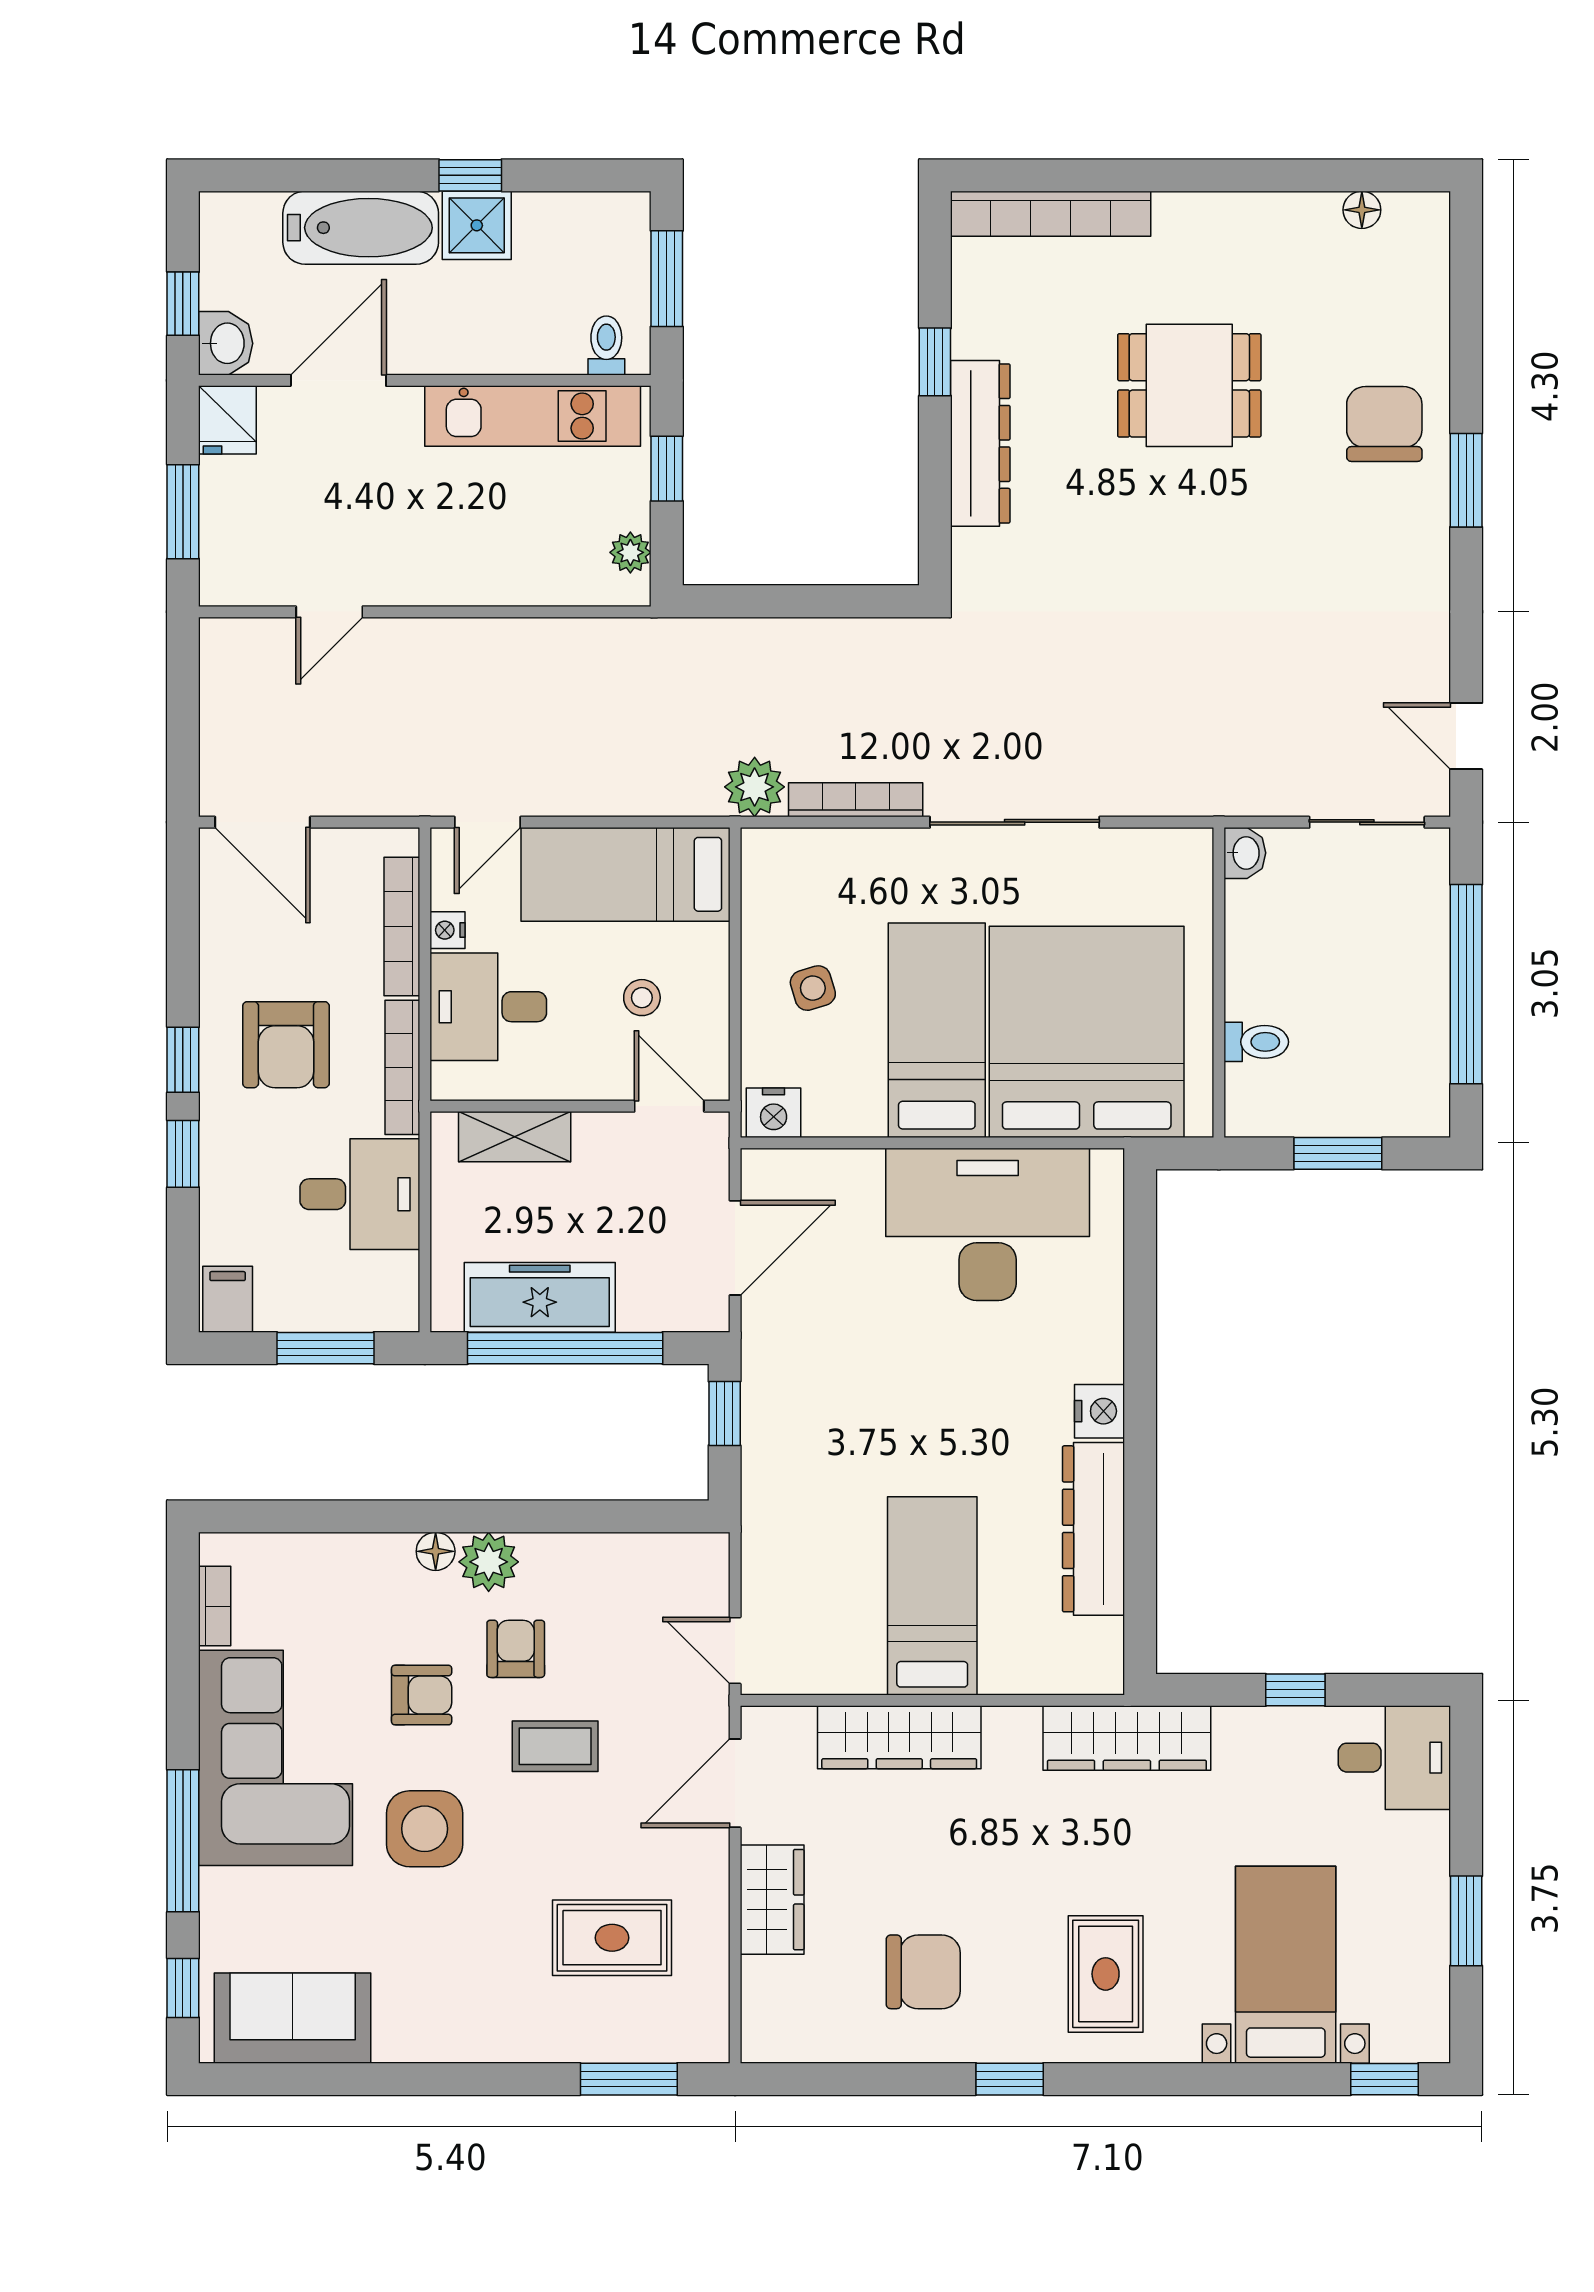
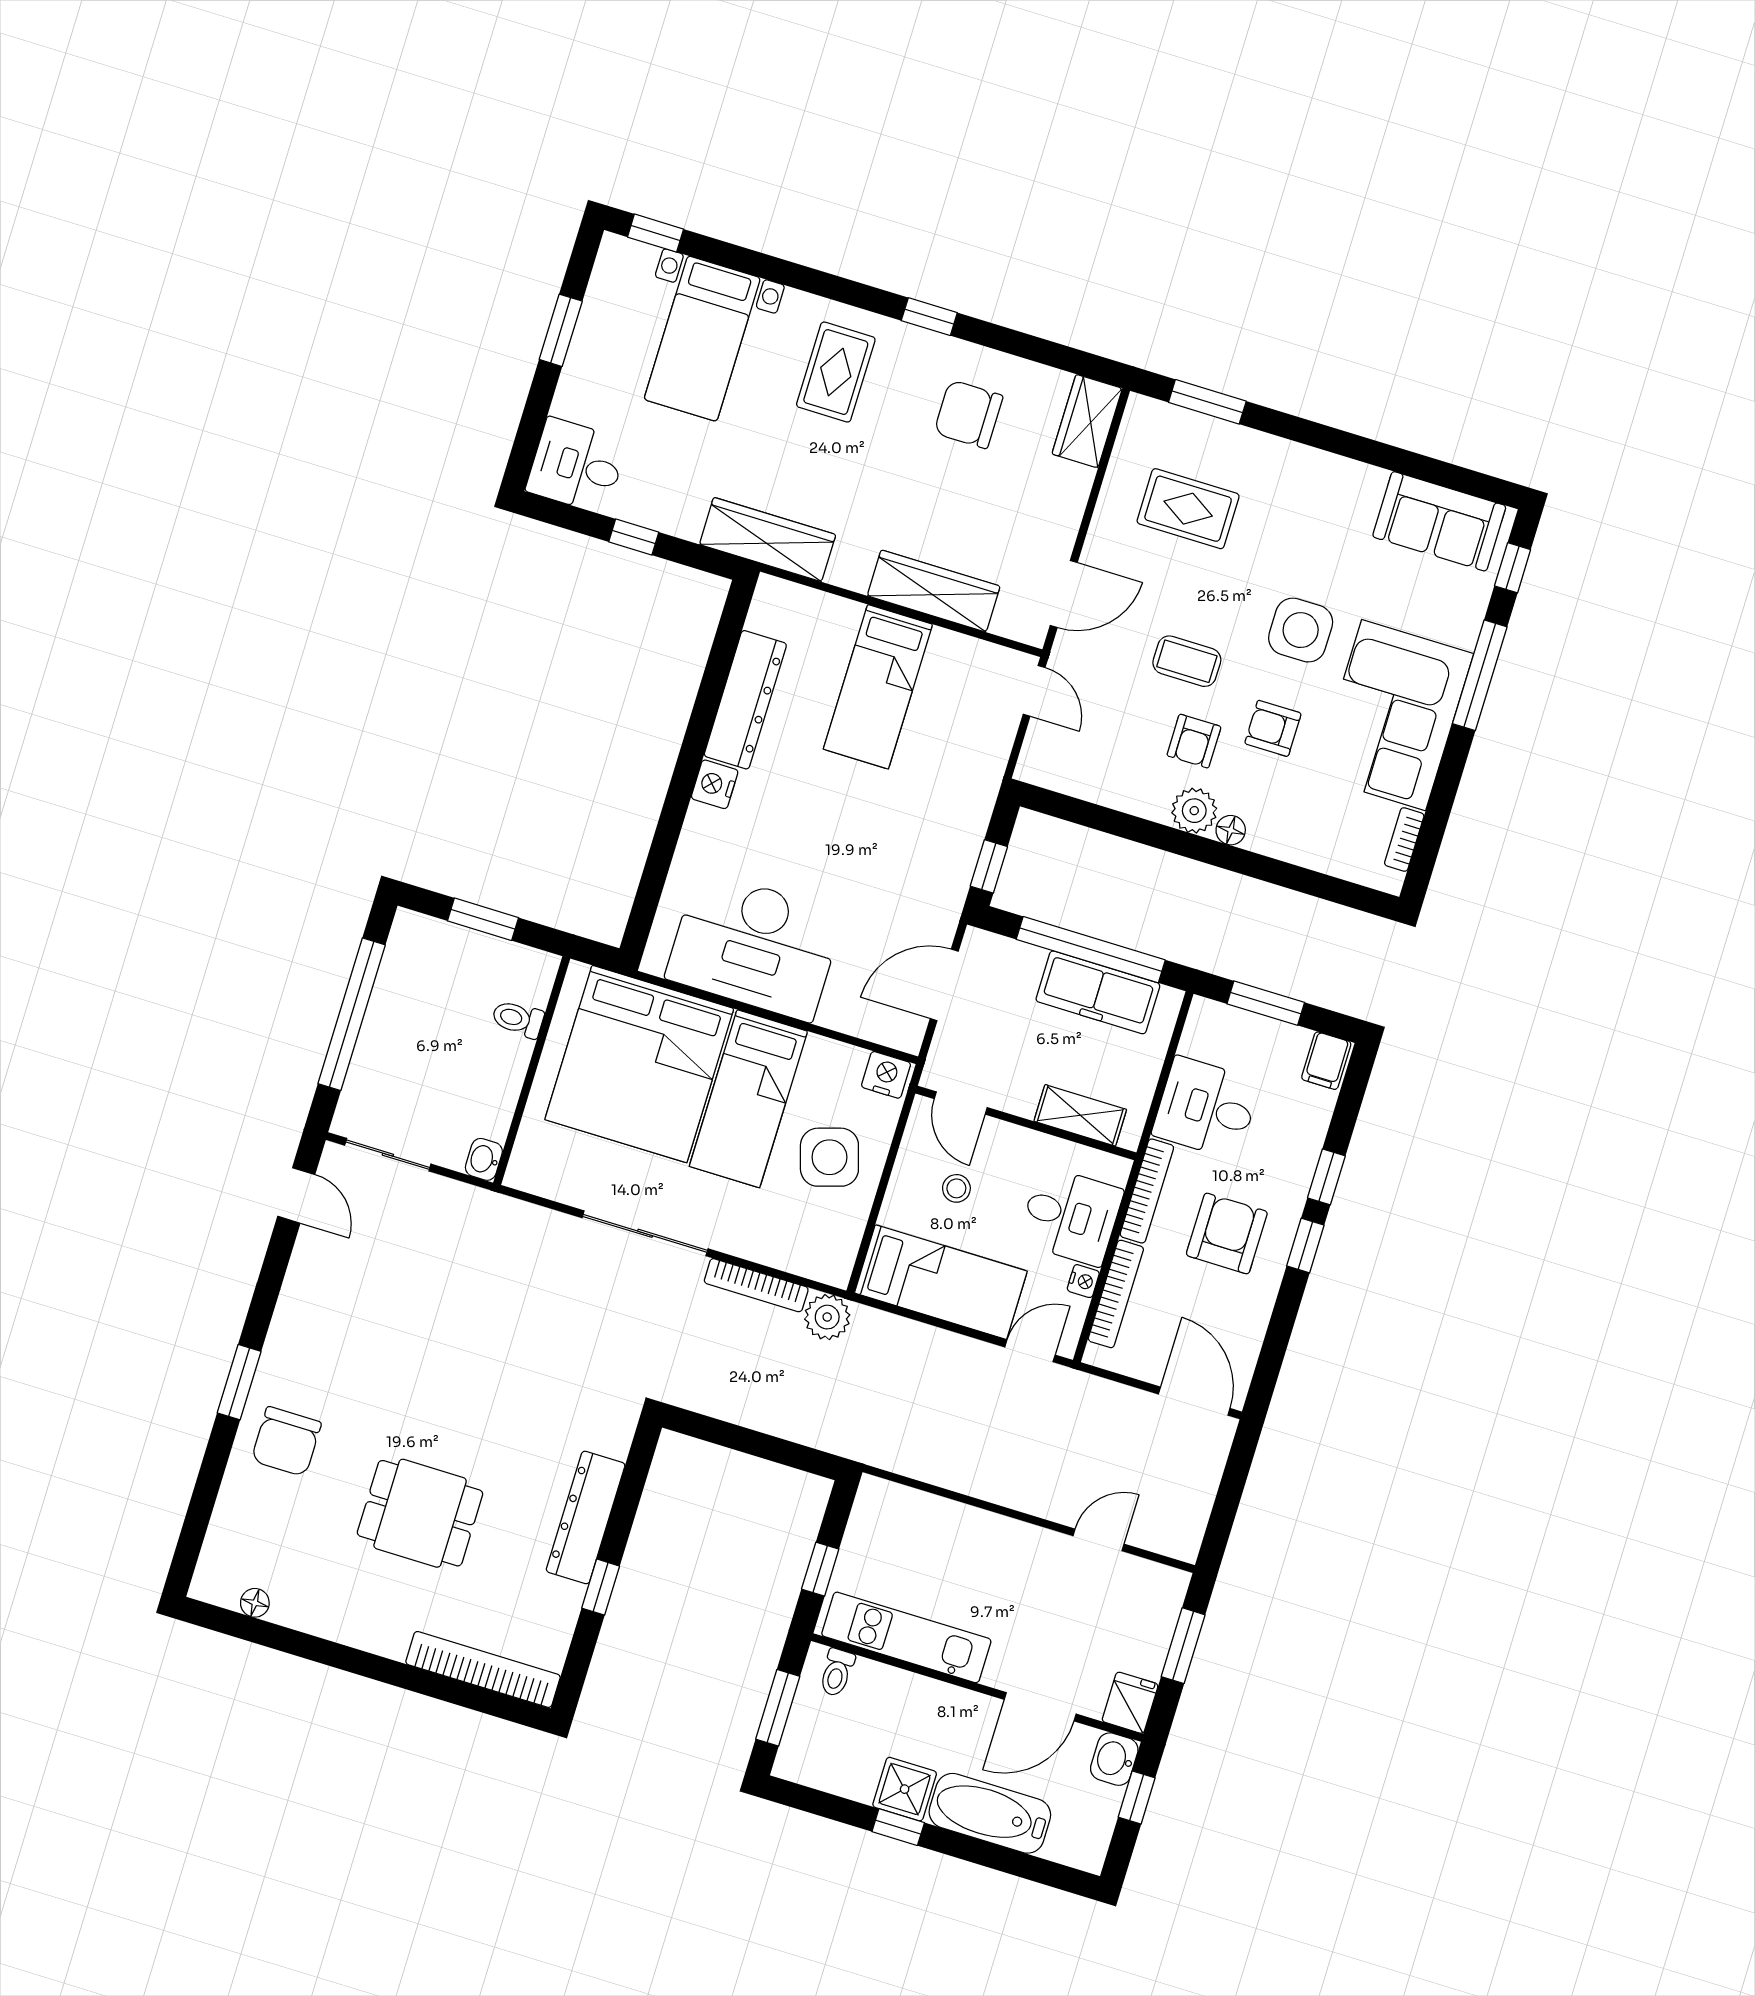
plant: (630, 552) -> (865, 1516), removed
side table: (813, 988) -> (829, 1157), width x1.87, depth x1.87
wardrobe: (772, 1900) -> (1087, 421), moved

